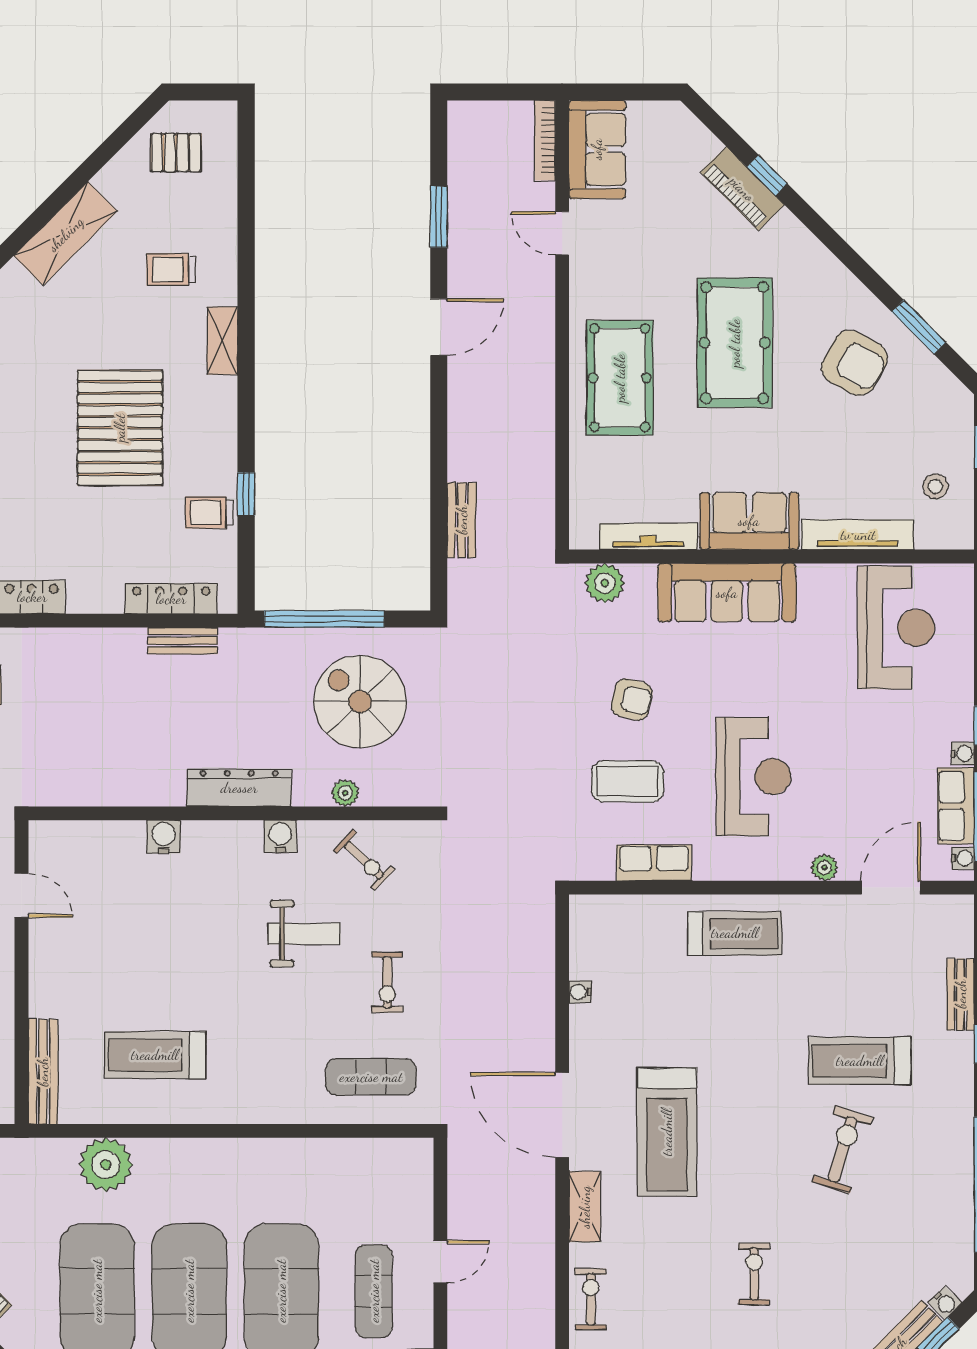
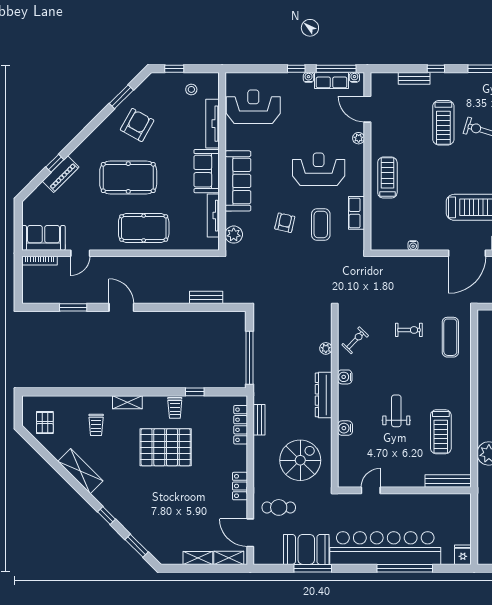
trolley: (209, 512) -> (175, 408), moved
spiral stairs: (360, 702) -> (300, 460), moved, turned 180
weight bench: (304, 934) -> (396, 411), moved

